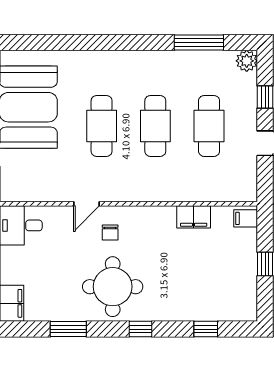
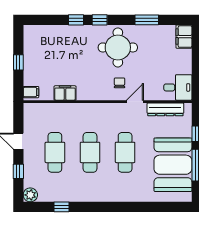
window: (199, 43) -> (62, 207), width x0.46
dresser: (40, 192) -> (165, 109), added
window: (206, 329) -> (76, 20), moved

